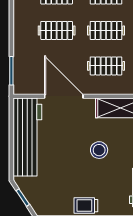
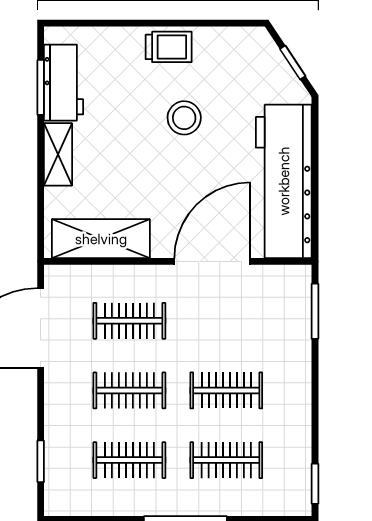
door: (64, 96) -> (212, 261), swing flipped
stool: (99, 150) -> (184, 118), moved

